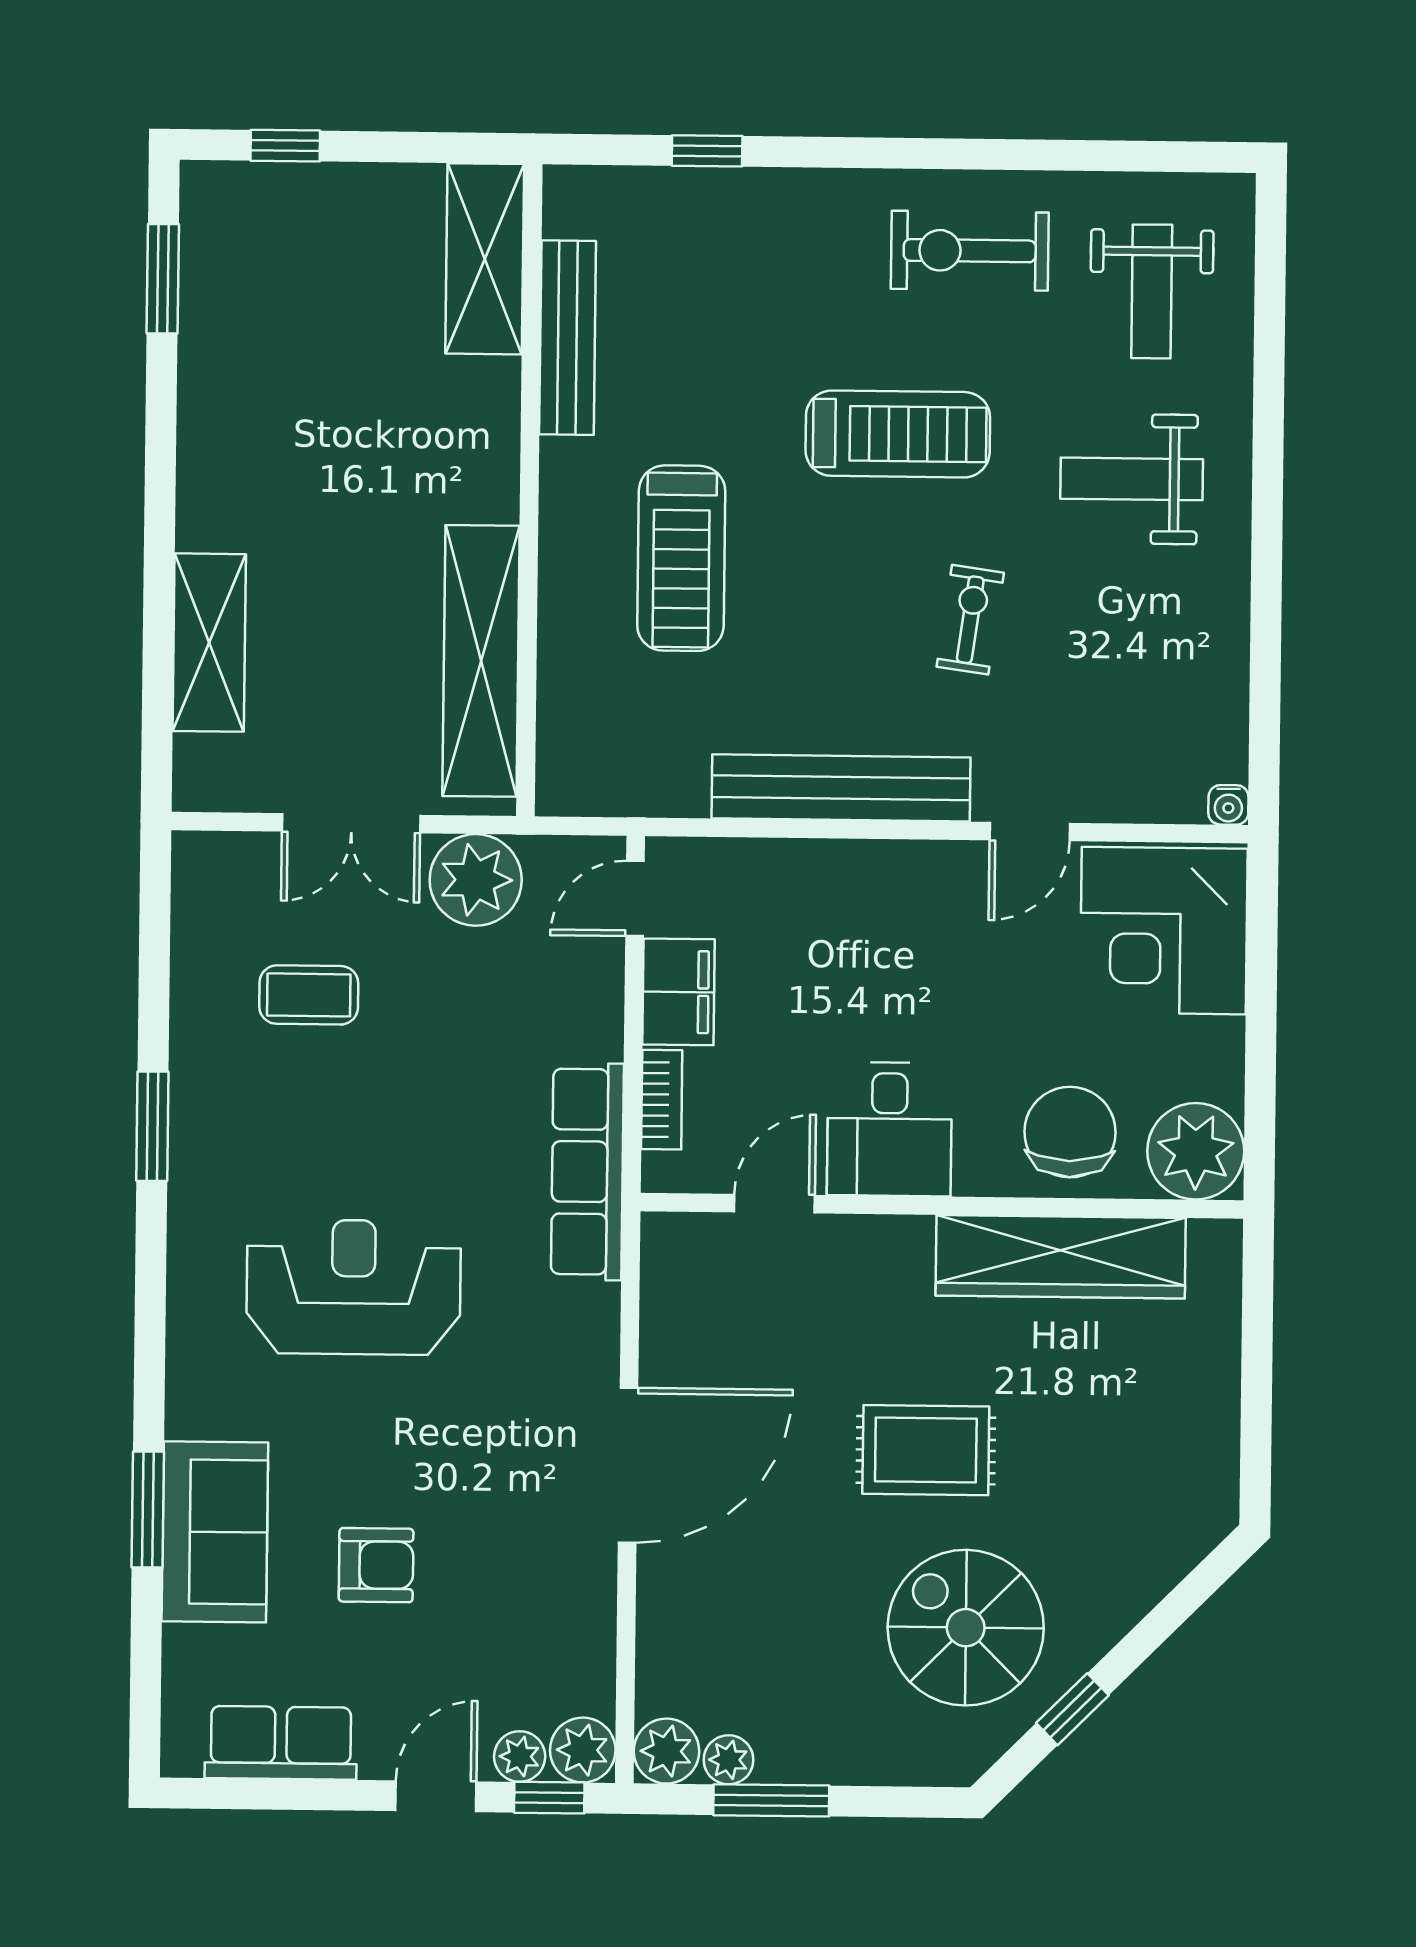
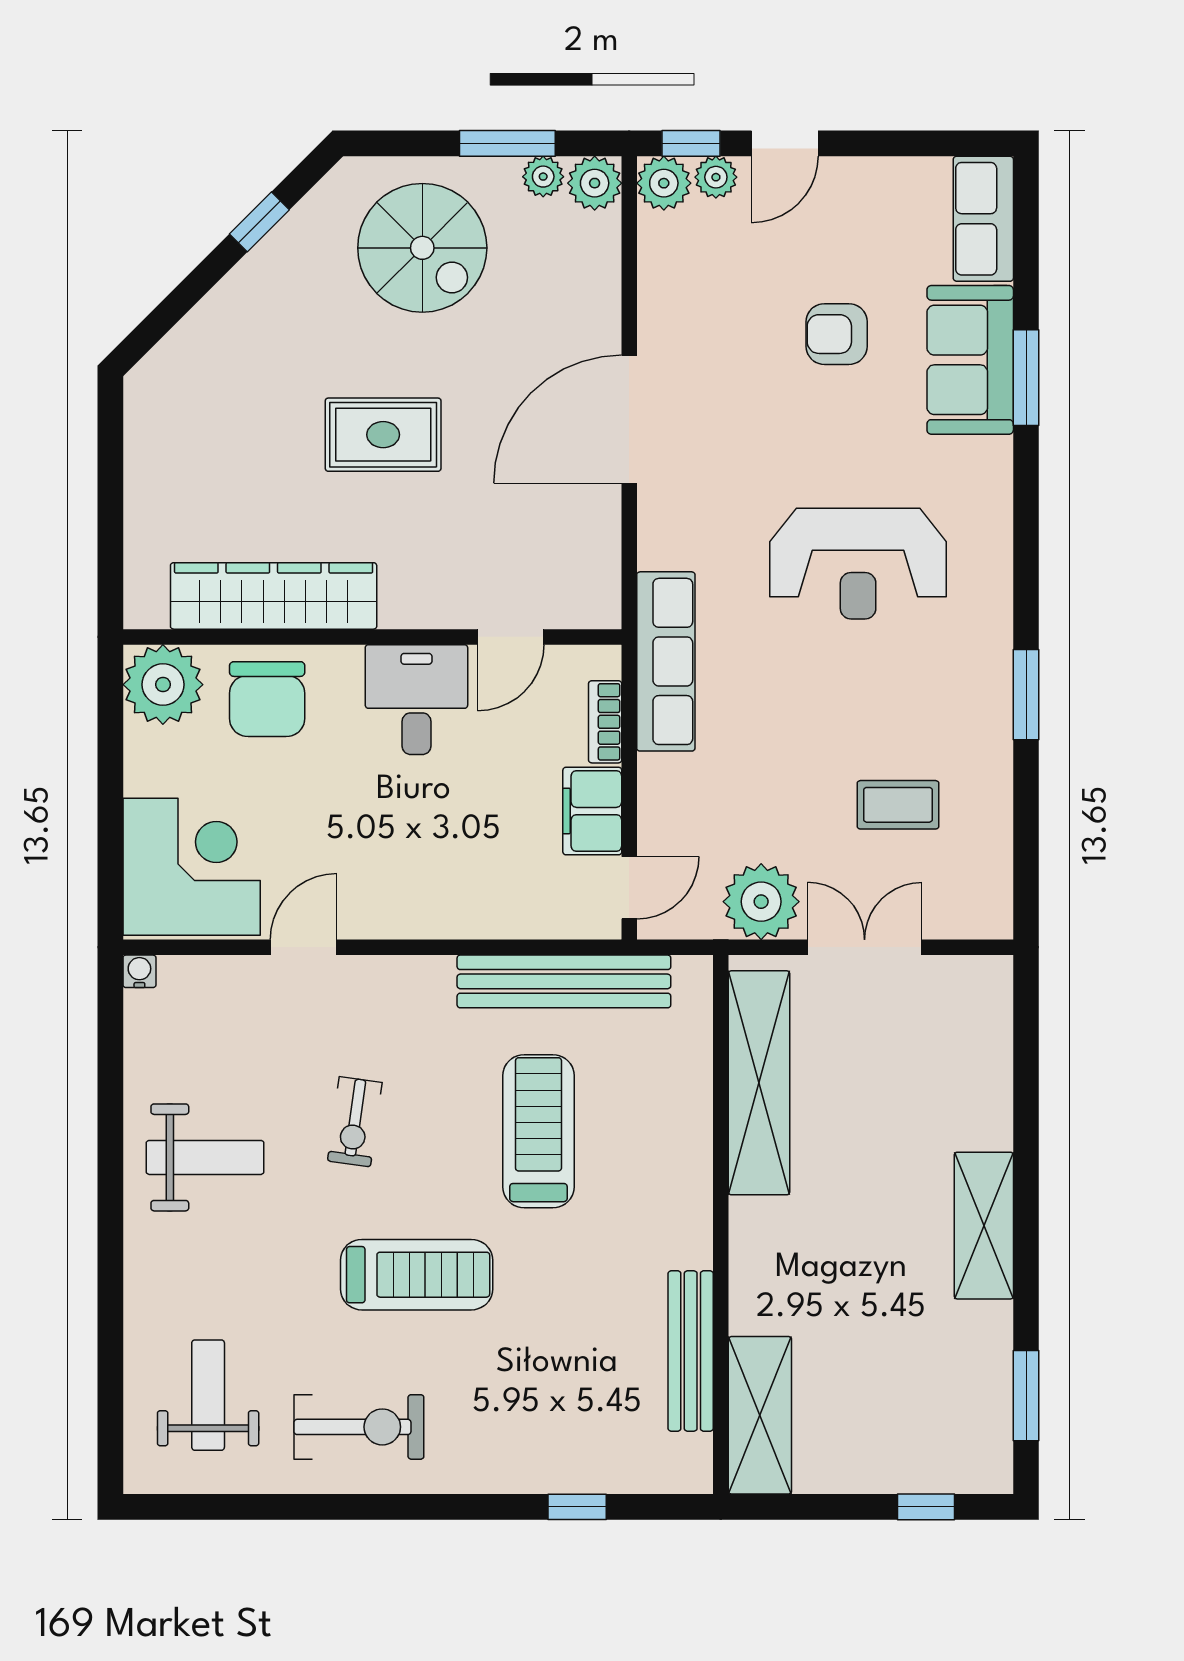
treadmill: (898, 434) -> (417, 1275), turned 180
weight bench: (1132, 479) -> (205, 1157), moved
treadmill: (681, 558) -> (538, 1131), moved
shelving: (209, 643) -> (984, 1226), moved
bench: (841, 788) -> (564, 981), moved
spiral stairs: (966, 1628) -> (422, 248), moved
row of seats: (281, 1743) -> (983, 219), moved, turned 90

